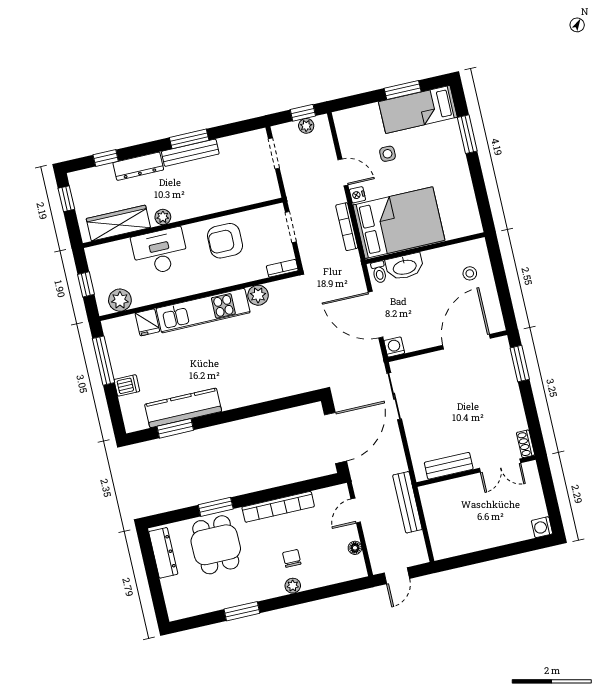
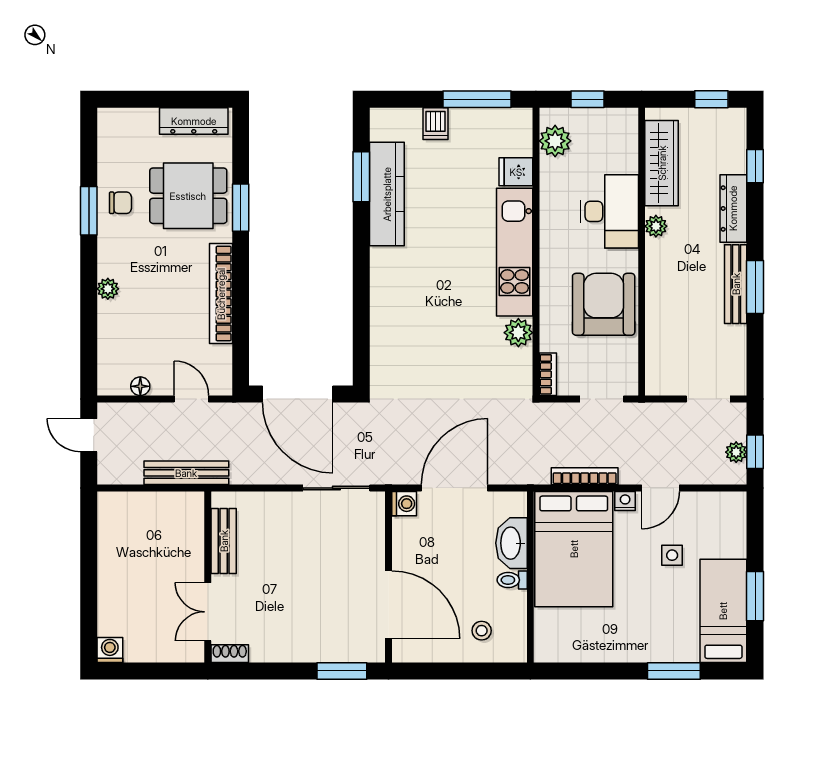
armchair: (225, 241) -> (604, 304), width x1.36, depth x1.36
toilet: (379, 272) -> (512, 580), moved
chair: (292, 558) -> (120, 203), moved

